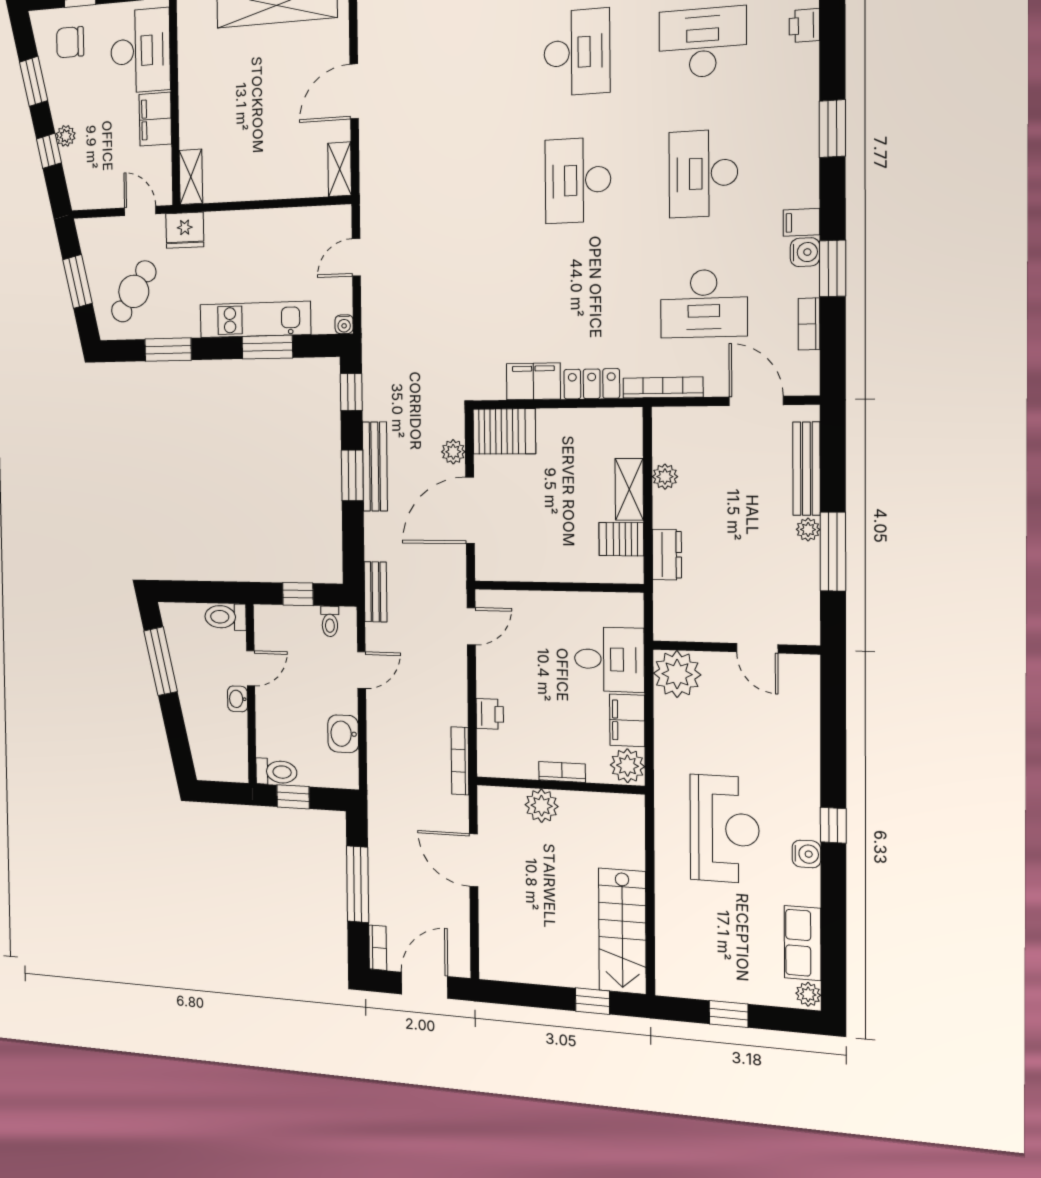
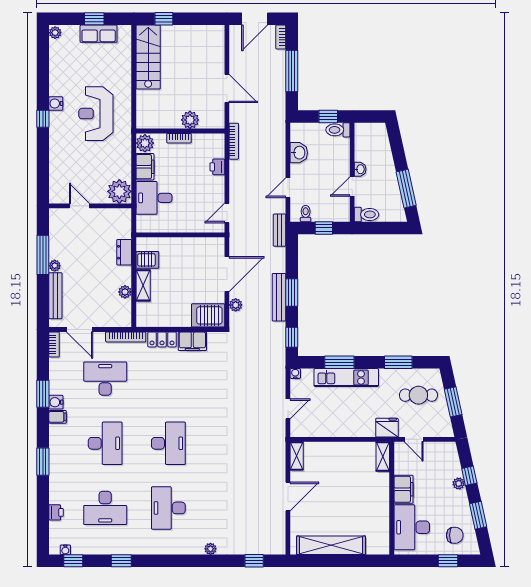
cafe table: (134, 291) -> (418, 395), turned 55
bookcase: (809, 324) -> (54, 345), moved
row of seats: (803, 943) -> (99, 34), moved, turned 90

